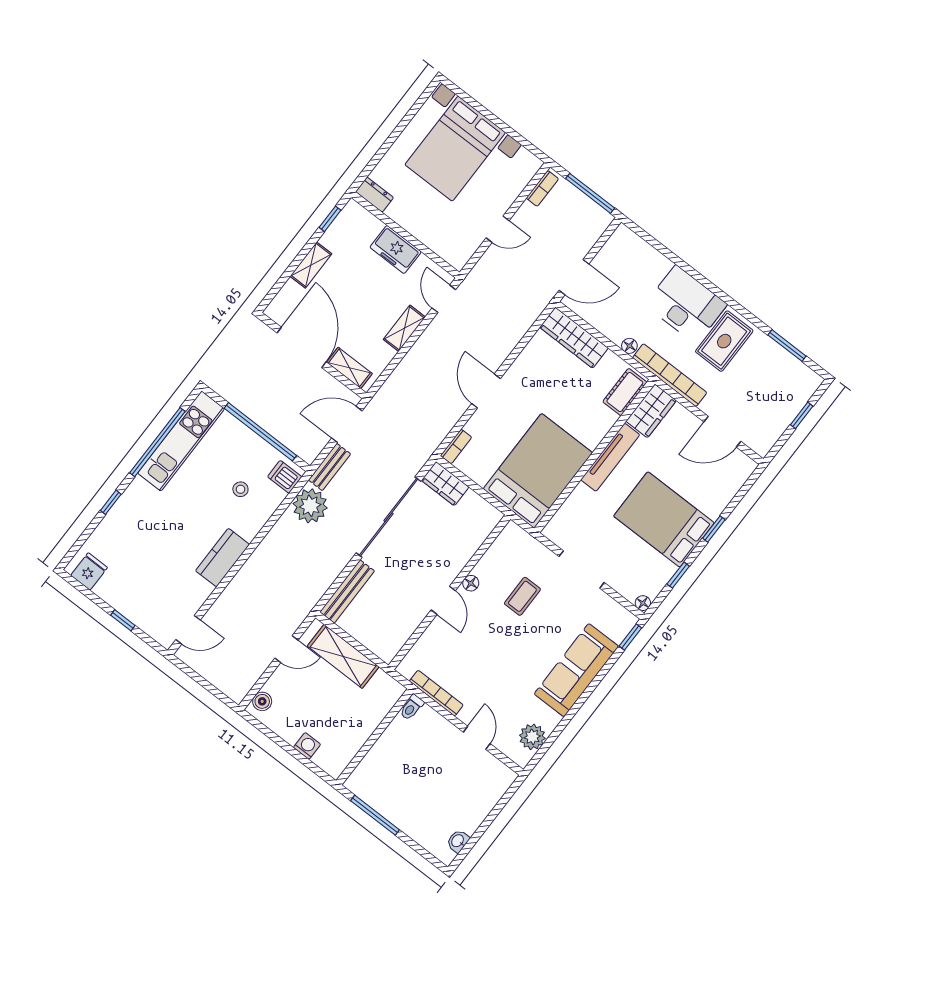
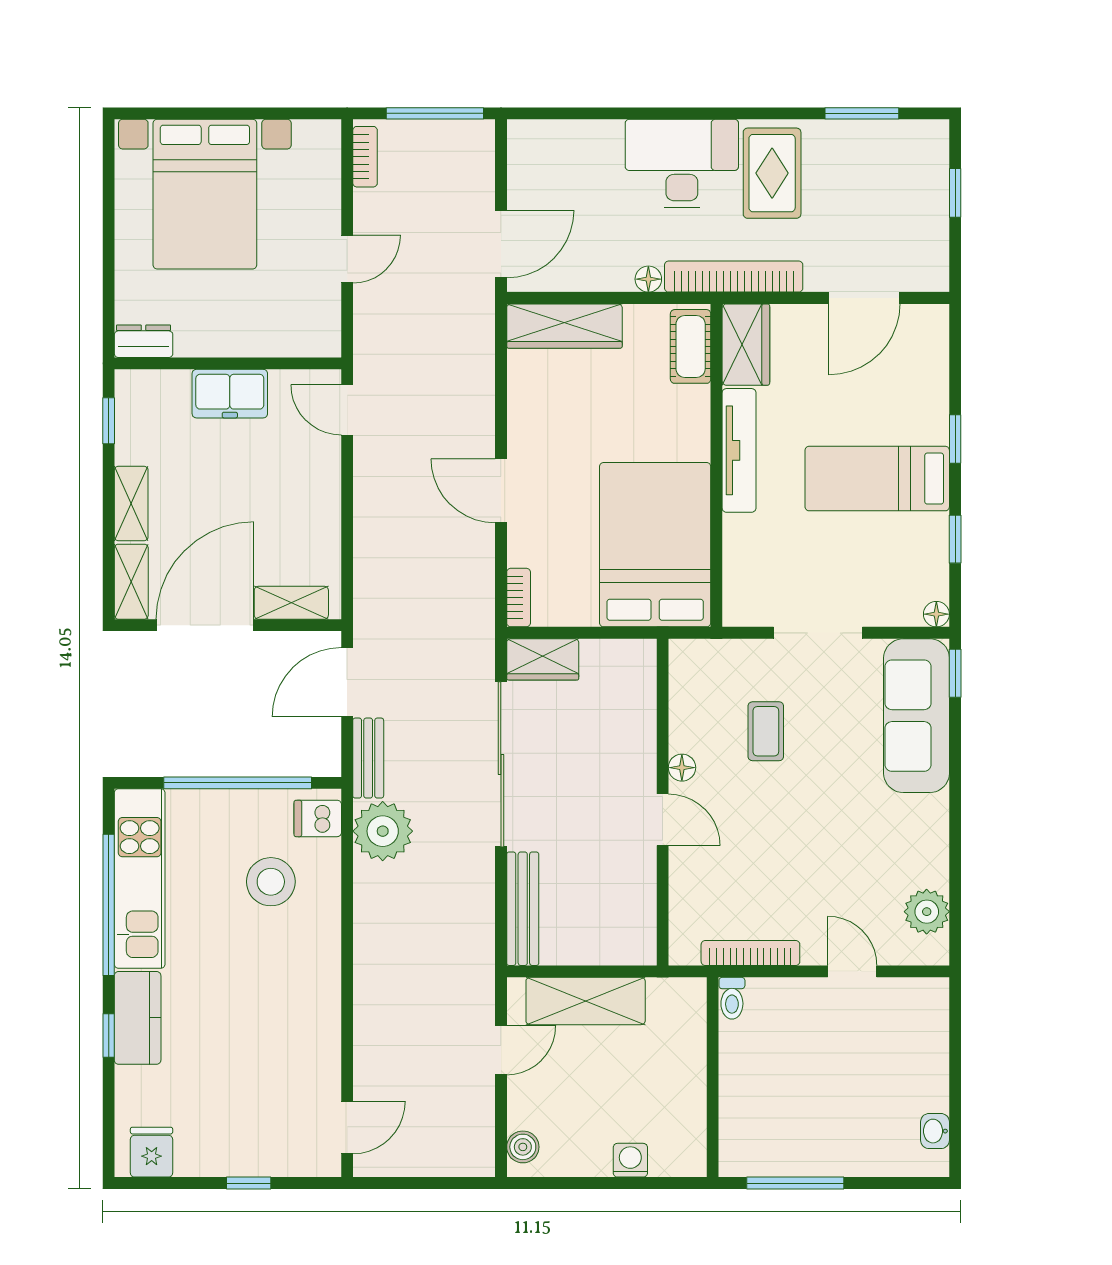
shelving: (404, 328) -> (131, 582), moved
door: (302, 347) -> (205, 625), hinge flipped
stool: (240, 489) -> (271, 882), width x1.89, depth x1.89
bed: (664, 519) -> (877, 479), width x0.67
kitchen counter: (222, 558) -> (138, 1018), moved, turned 180
sofa: (576, 670) -> (917, 716), moved

